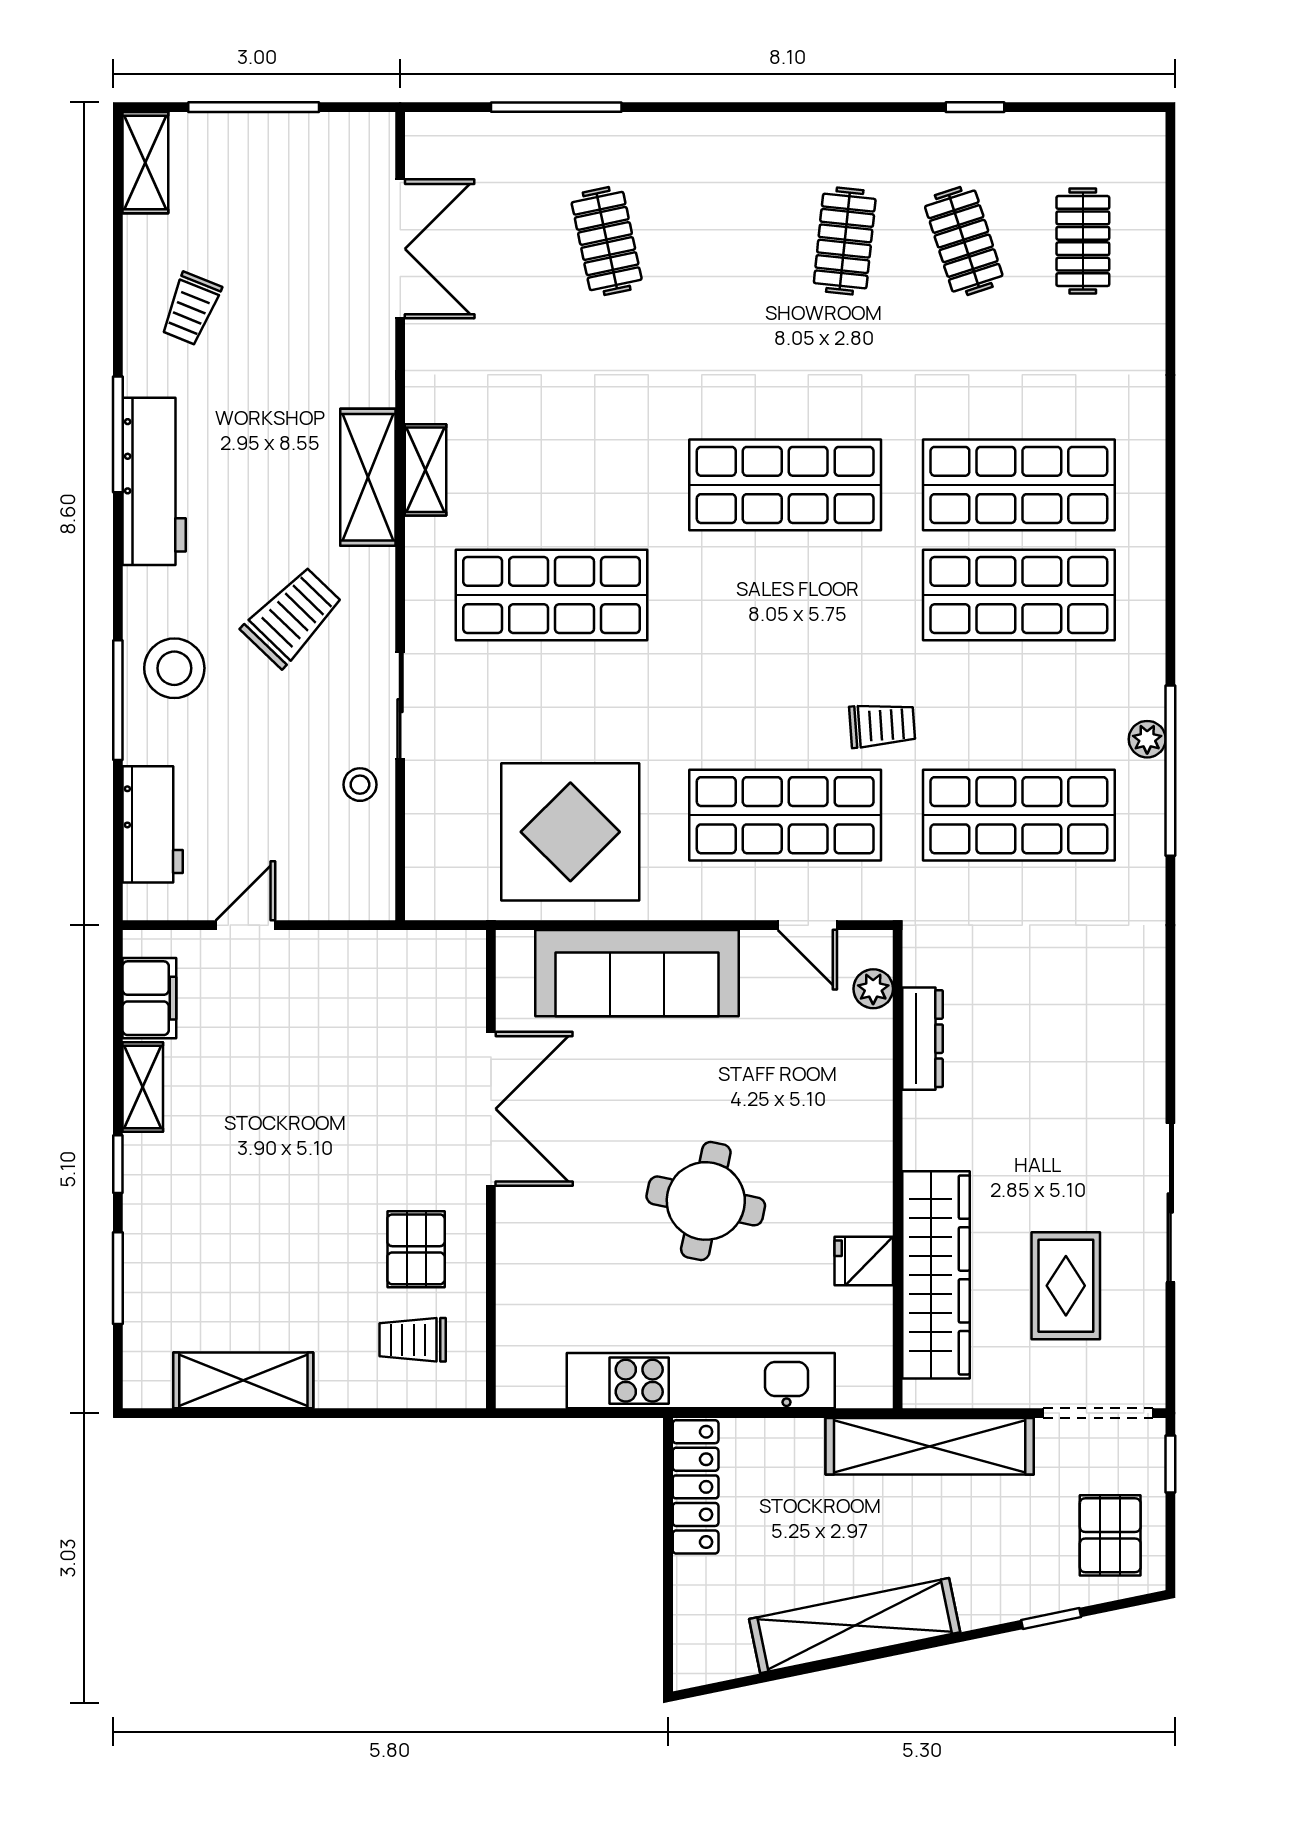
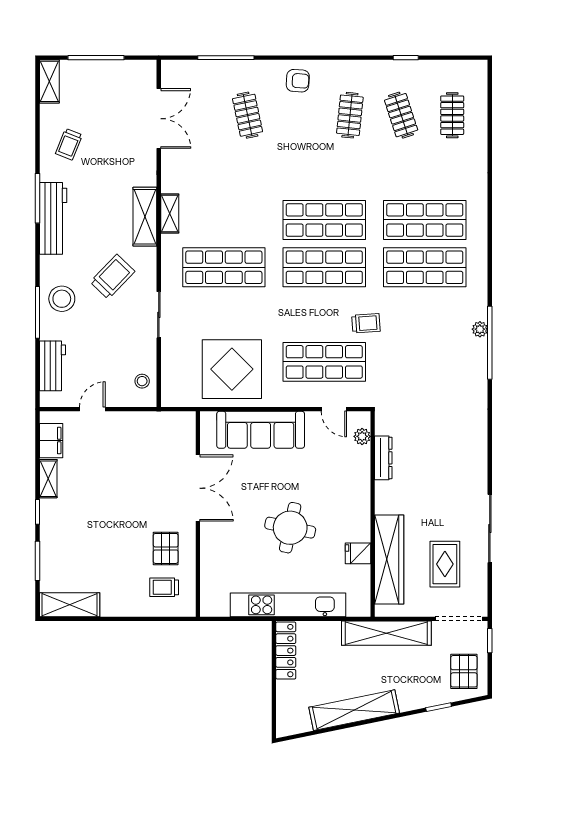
armchair: (723, 161) -> (298, 81), added
stool: (360, 785) -> (142, 381), moved
shop shelf: (1019, 815) -> (324, 267), moved
shelving: (243, 1380) -> (70, 605), moved

